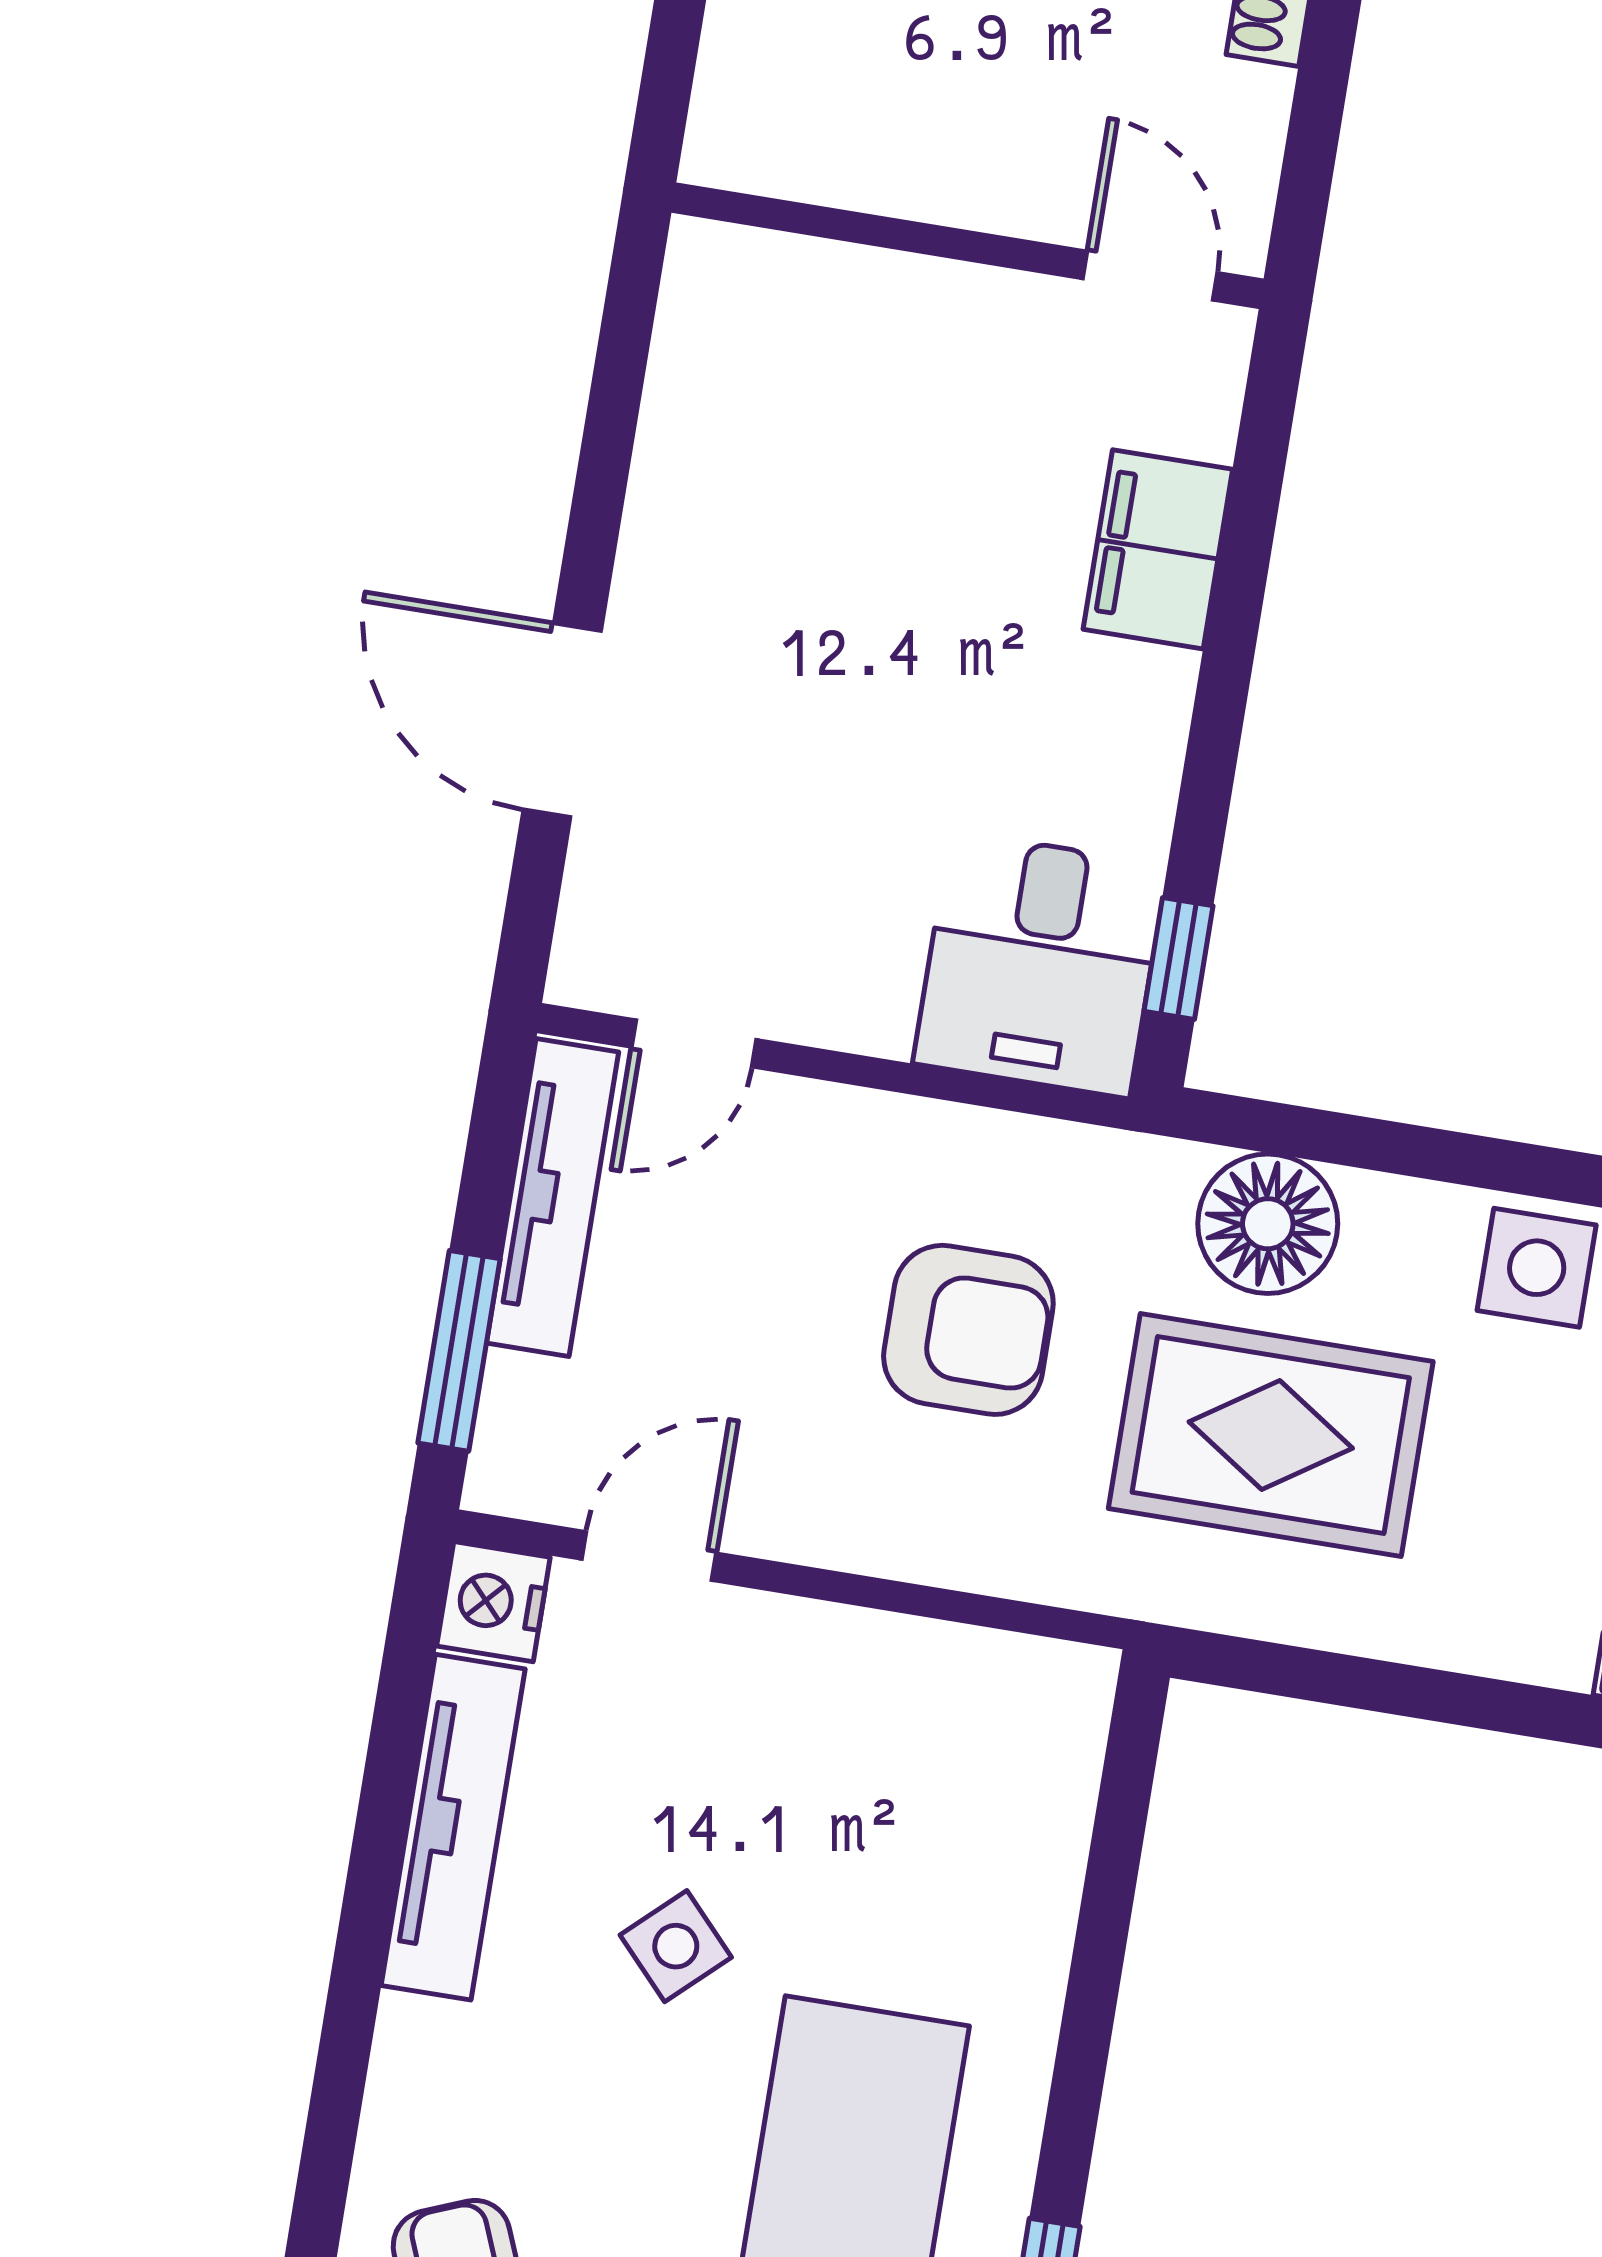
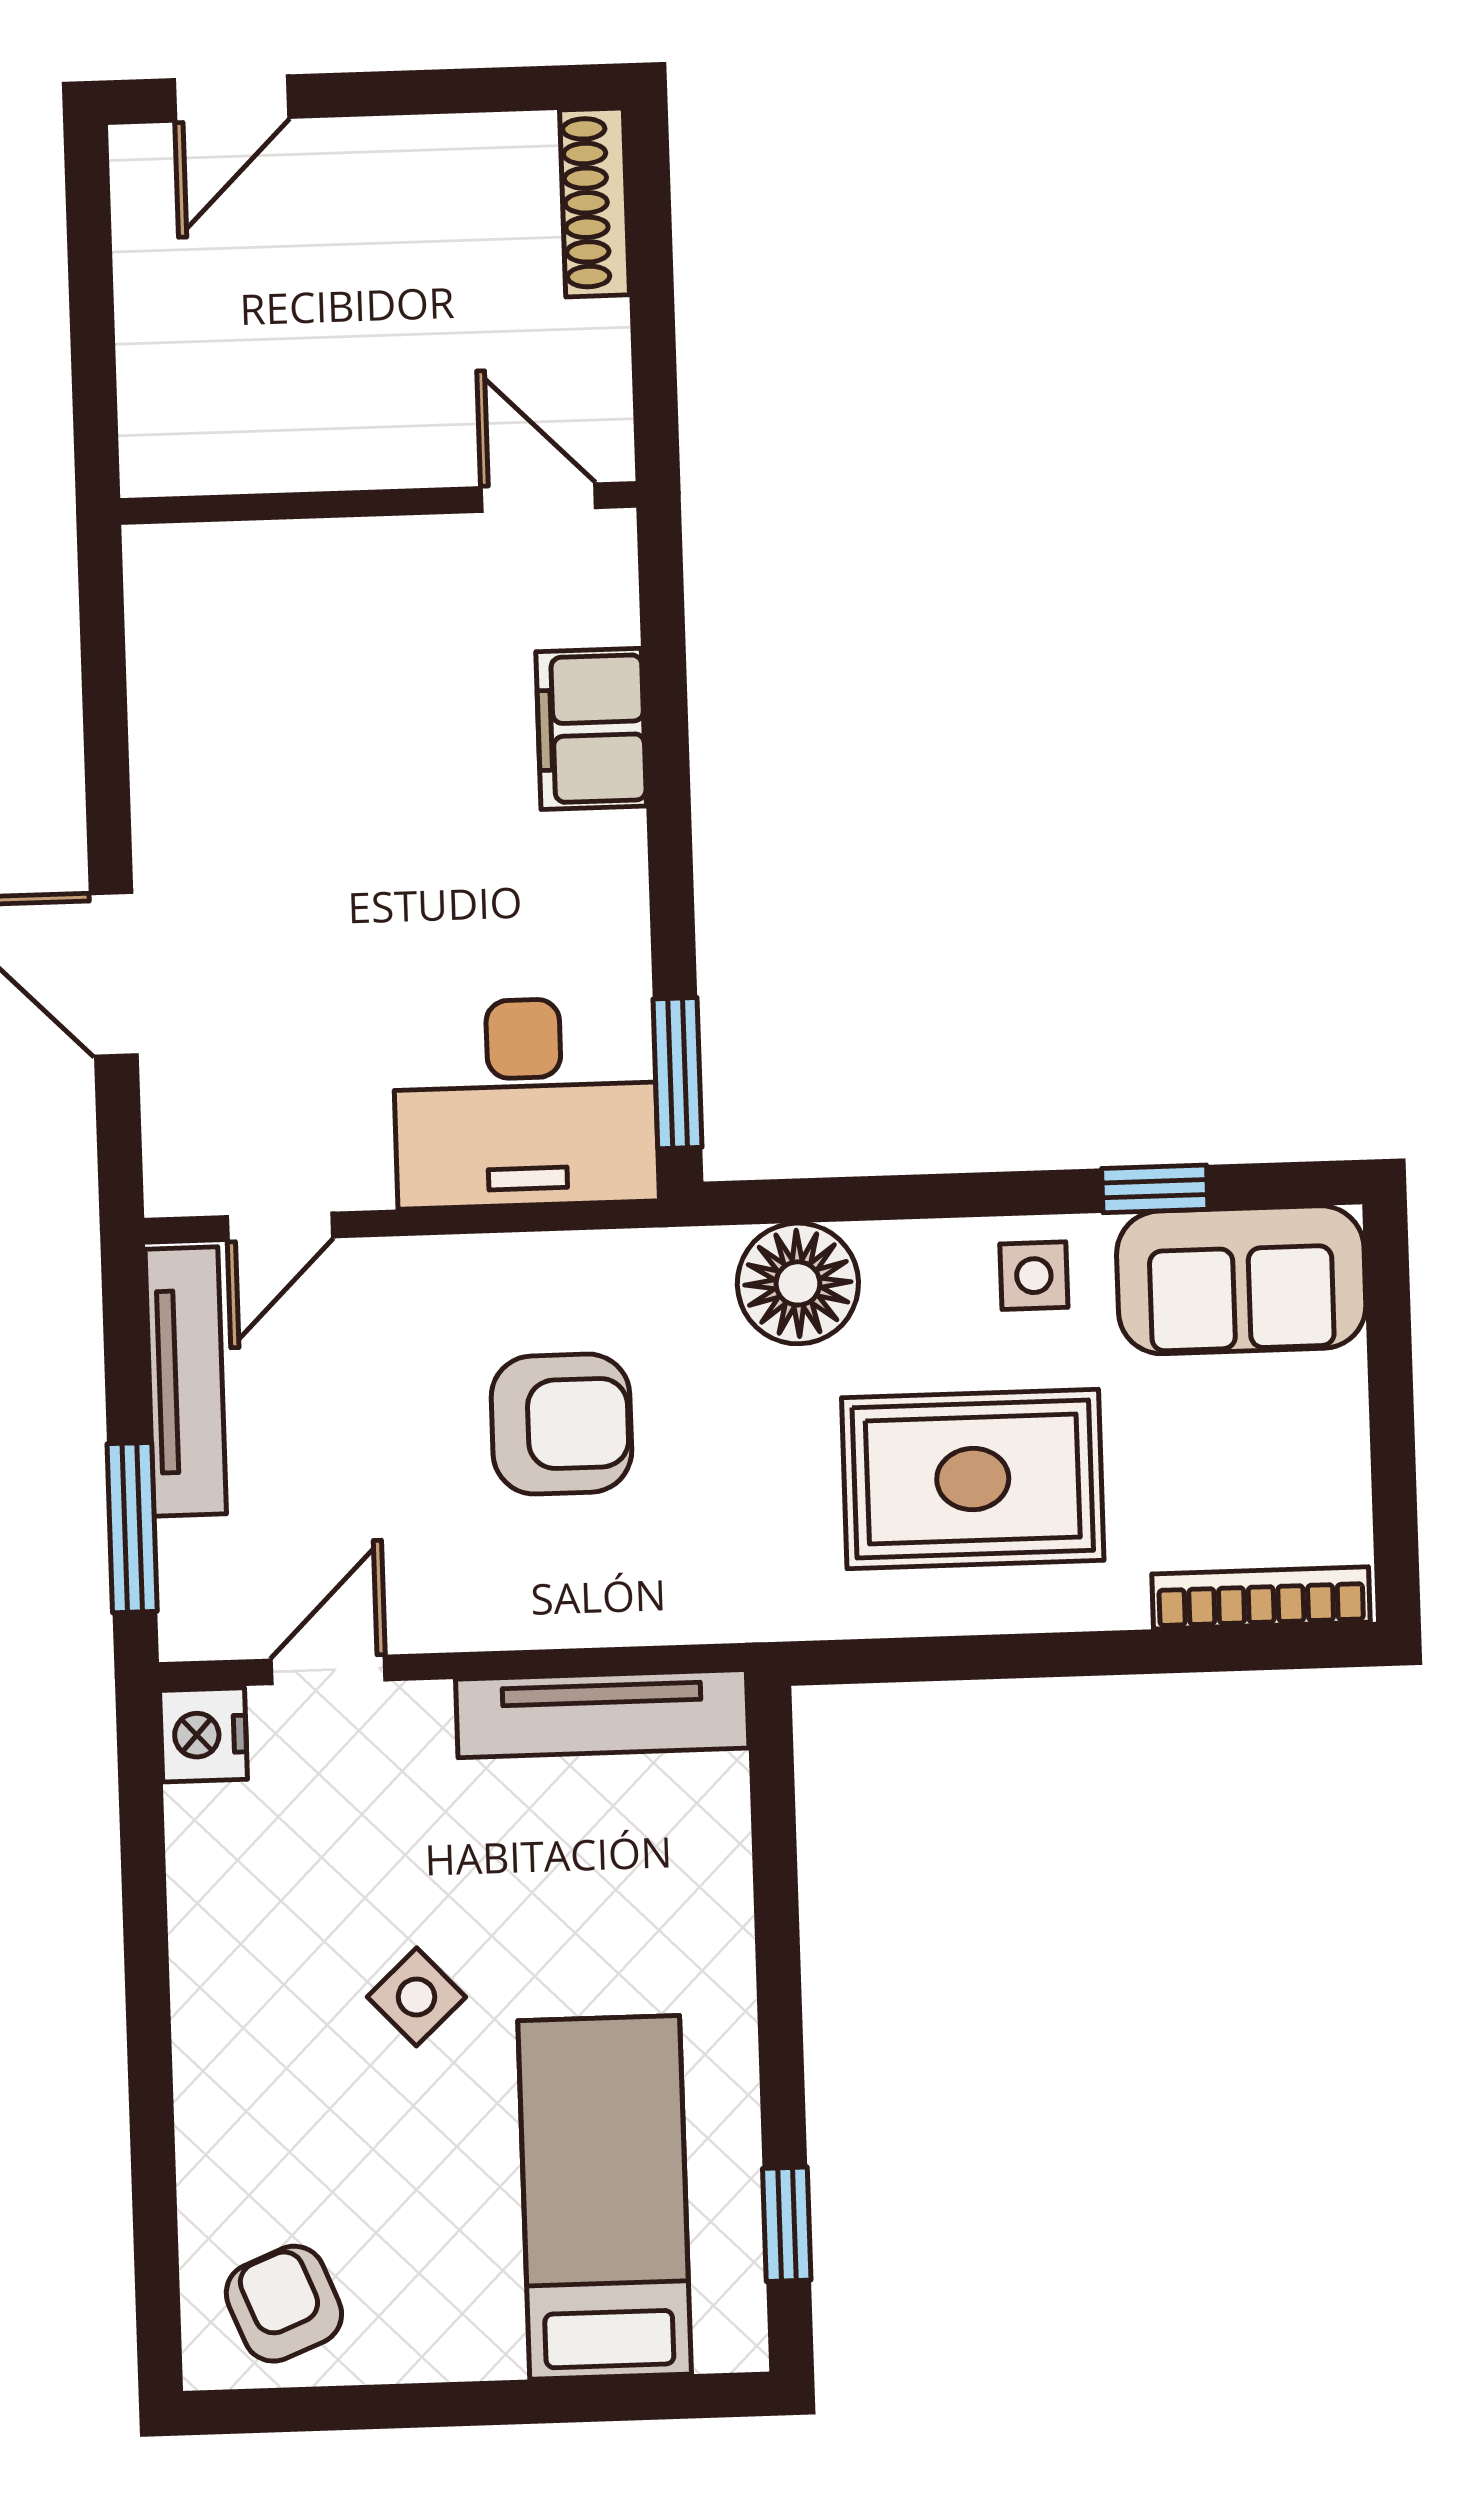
window: (1178, 959) -> (677, 1073), width x1.50
desk: (1040, 964) -> (525, 1103), width x1.37
side table: (1537, 1268) -> (1034, 1276), width x0.73, depth x0.73
rug: (1271, 1435) -> (973, 1479), moved
tv unit: (453, 1827) -> (602, 1714), moved, turned 90

